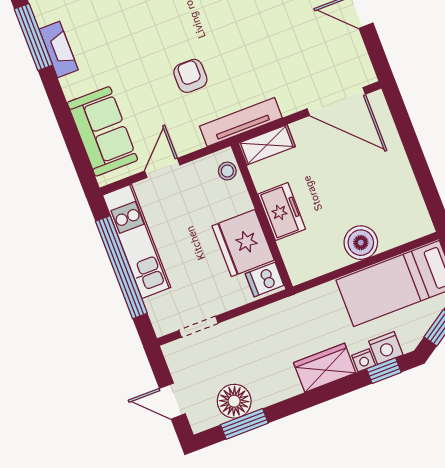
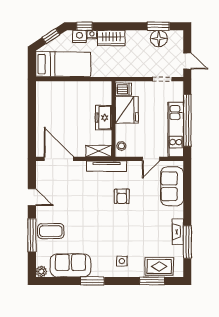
boiler: (361, 243) -> (72, 89), removed
door: (172, 401) -> (187, 61), moved

